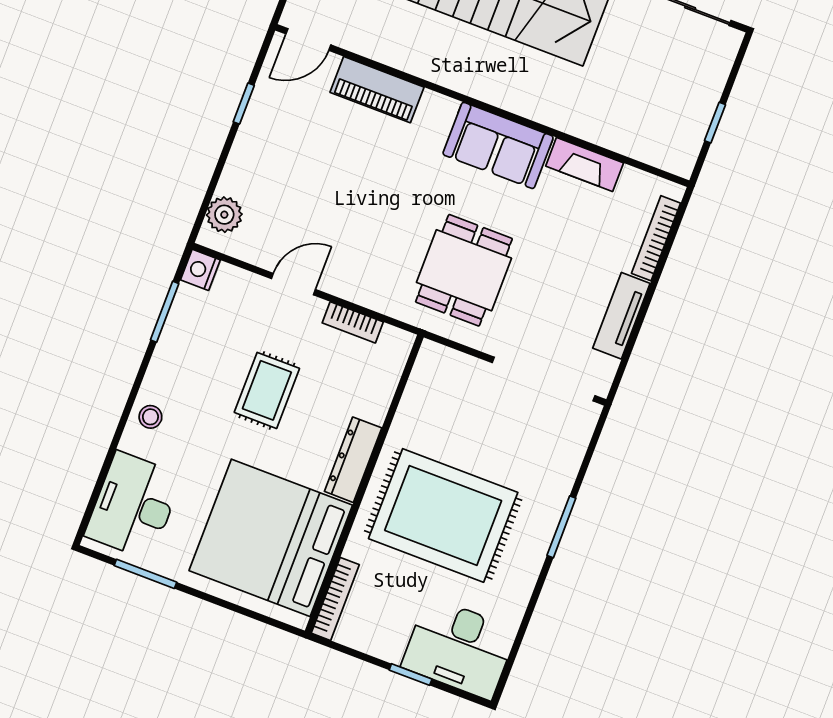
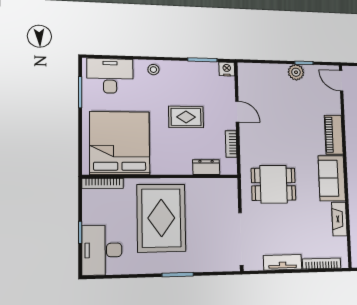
piano: (377, 90) -> (334, 135), moved
plant: (224, 215) -> (296, 72), moved
dresser: (353, 460) -> (206, 167), moved, width x0.70

